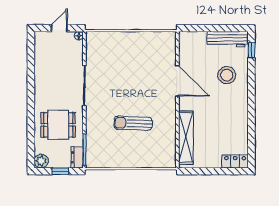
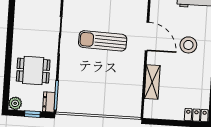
stool: (227, 75) -> (188, 45), moved
sun lounger: (133, 123) -> (103, 41), moved, width x1.36, depth x1.34
shelving: (186, 138) -> (152, 82), width x0.68

